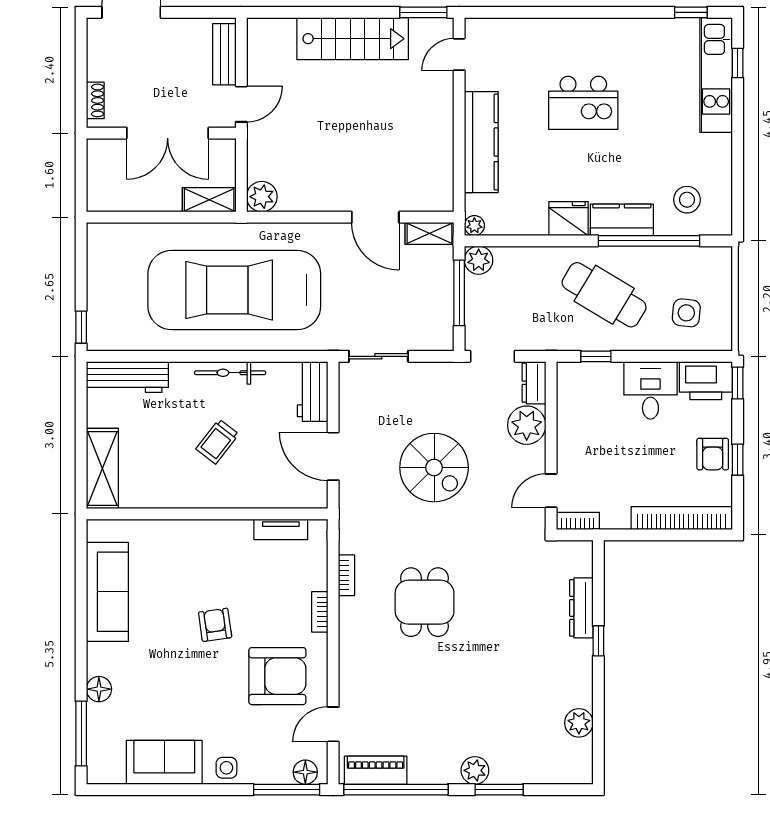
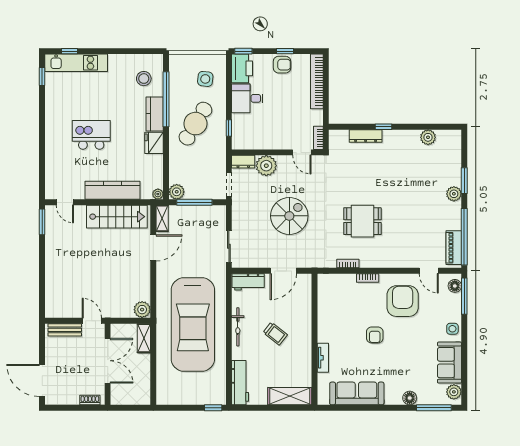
stairs: (353, 39) -> (117, 217), moved, turned 90
kitchen island: (583, 103) -> (91, 135), turned -90
tv unit: (281, 529) -> (323, 358), moved
armchair: (215, 625) -> (375, 335), turned -82
plant: (110, 770) -> (454, 392), added

